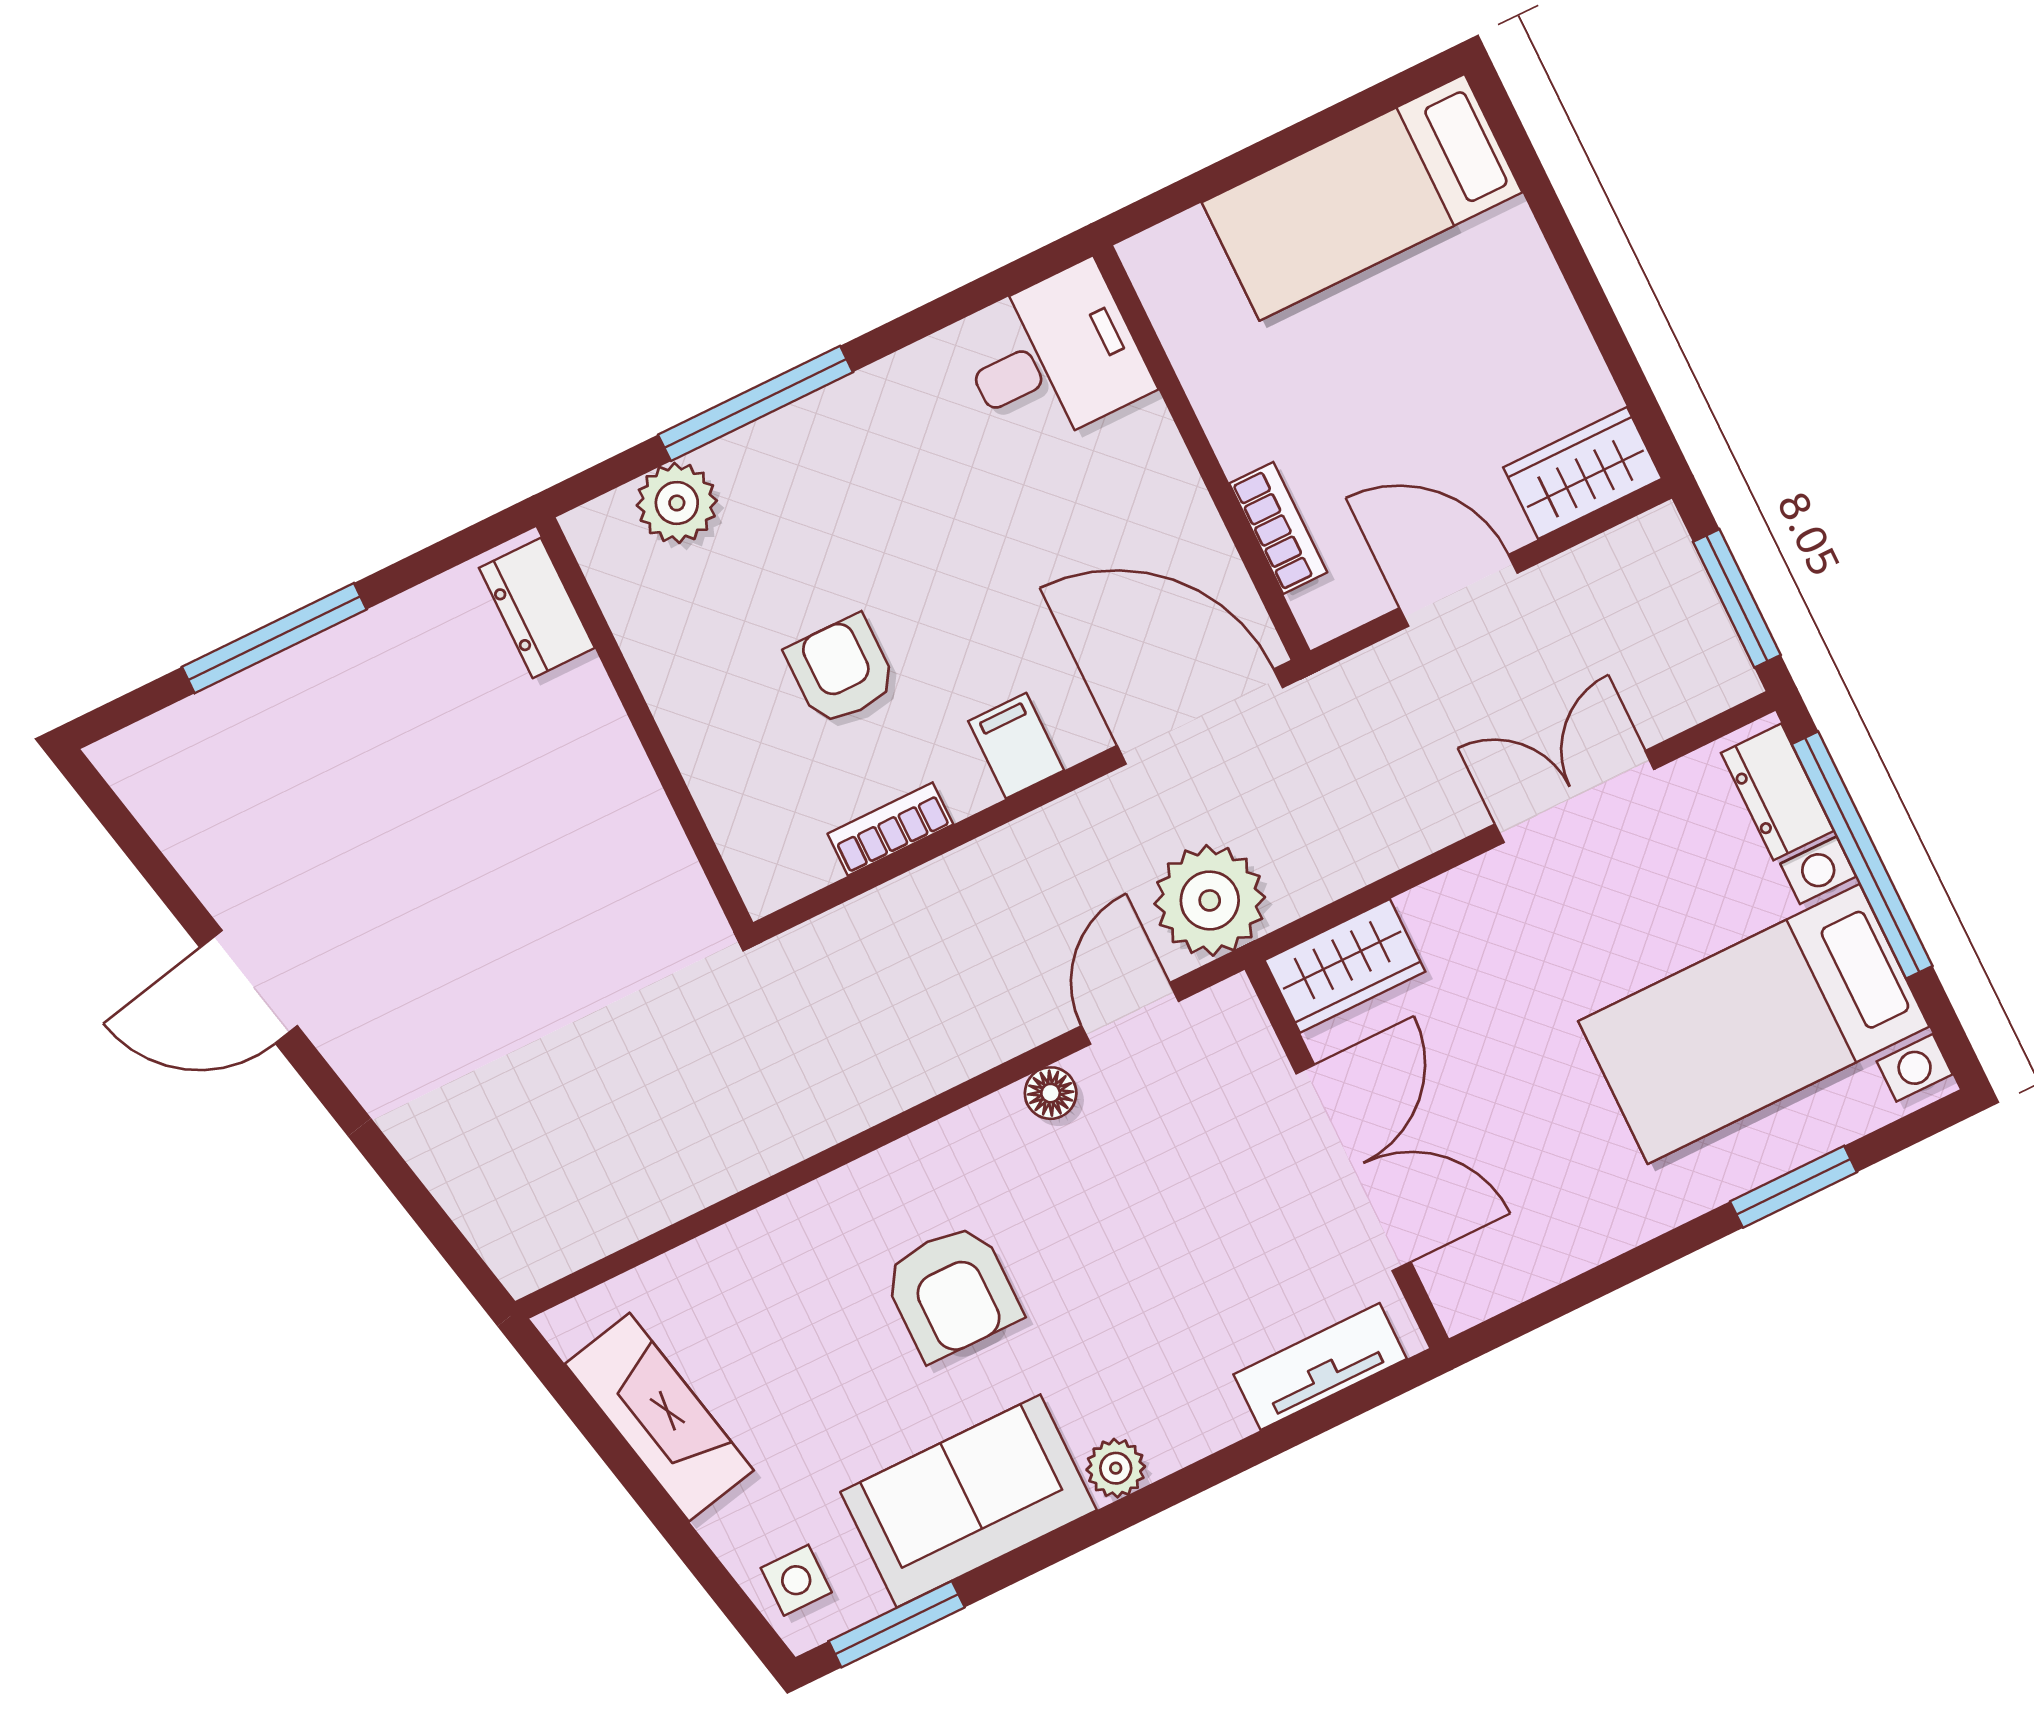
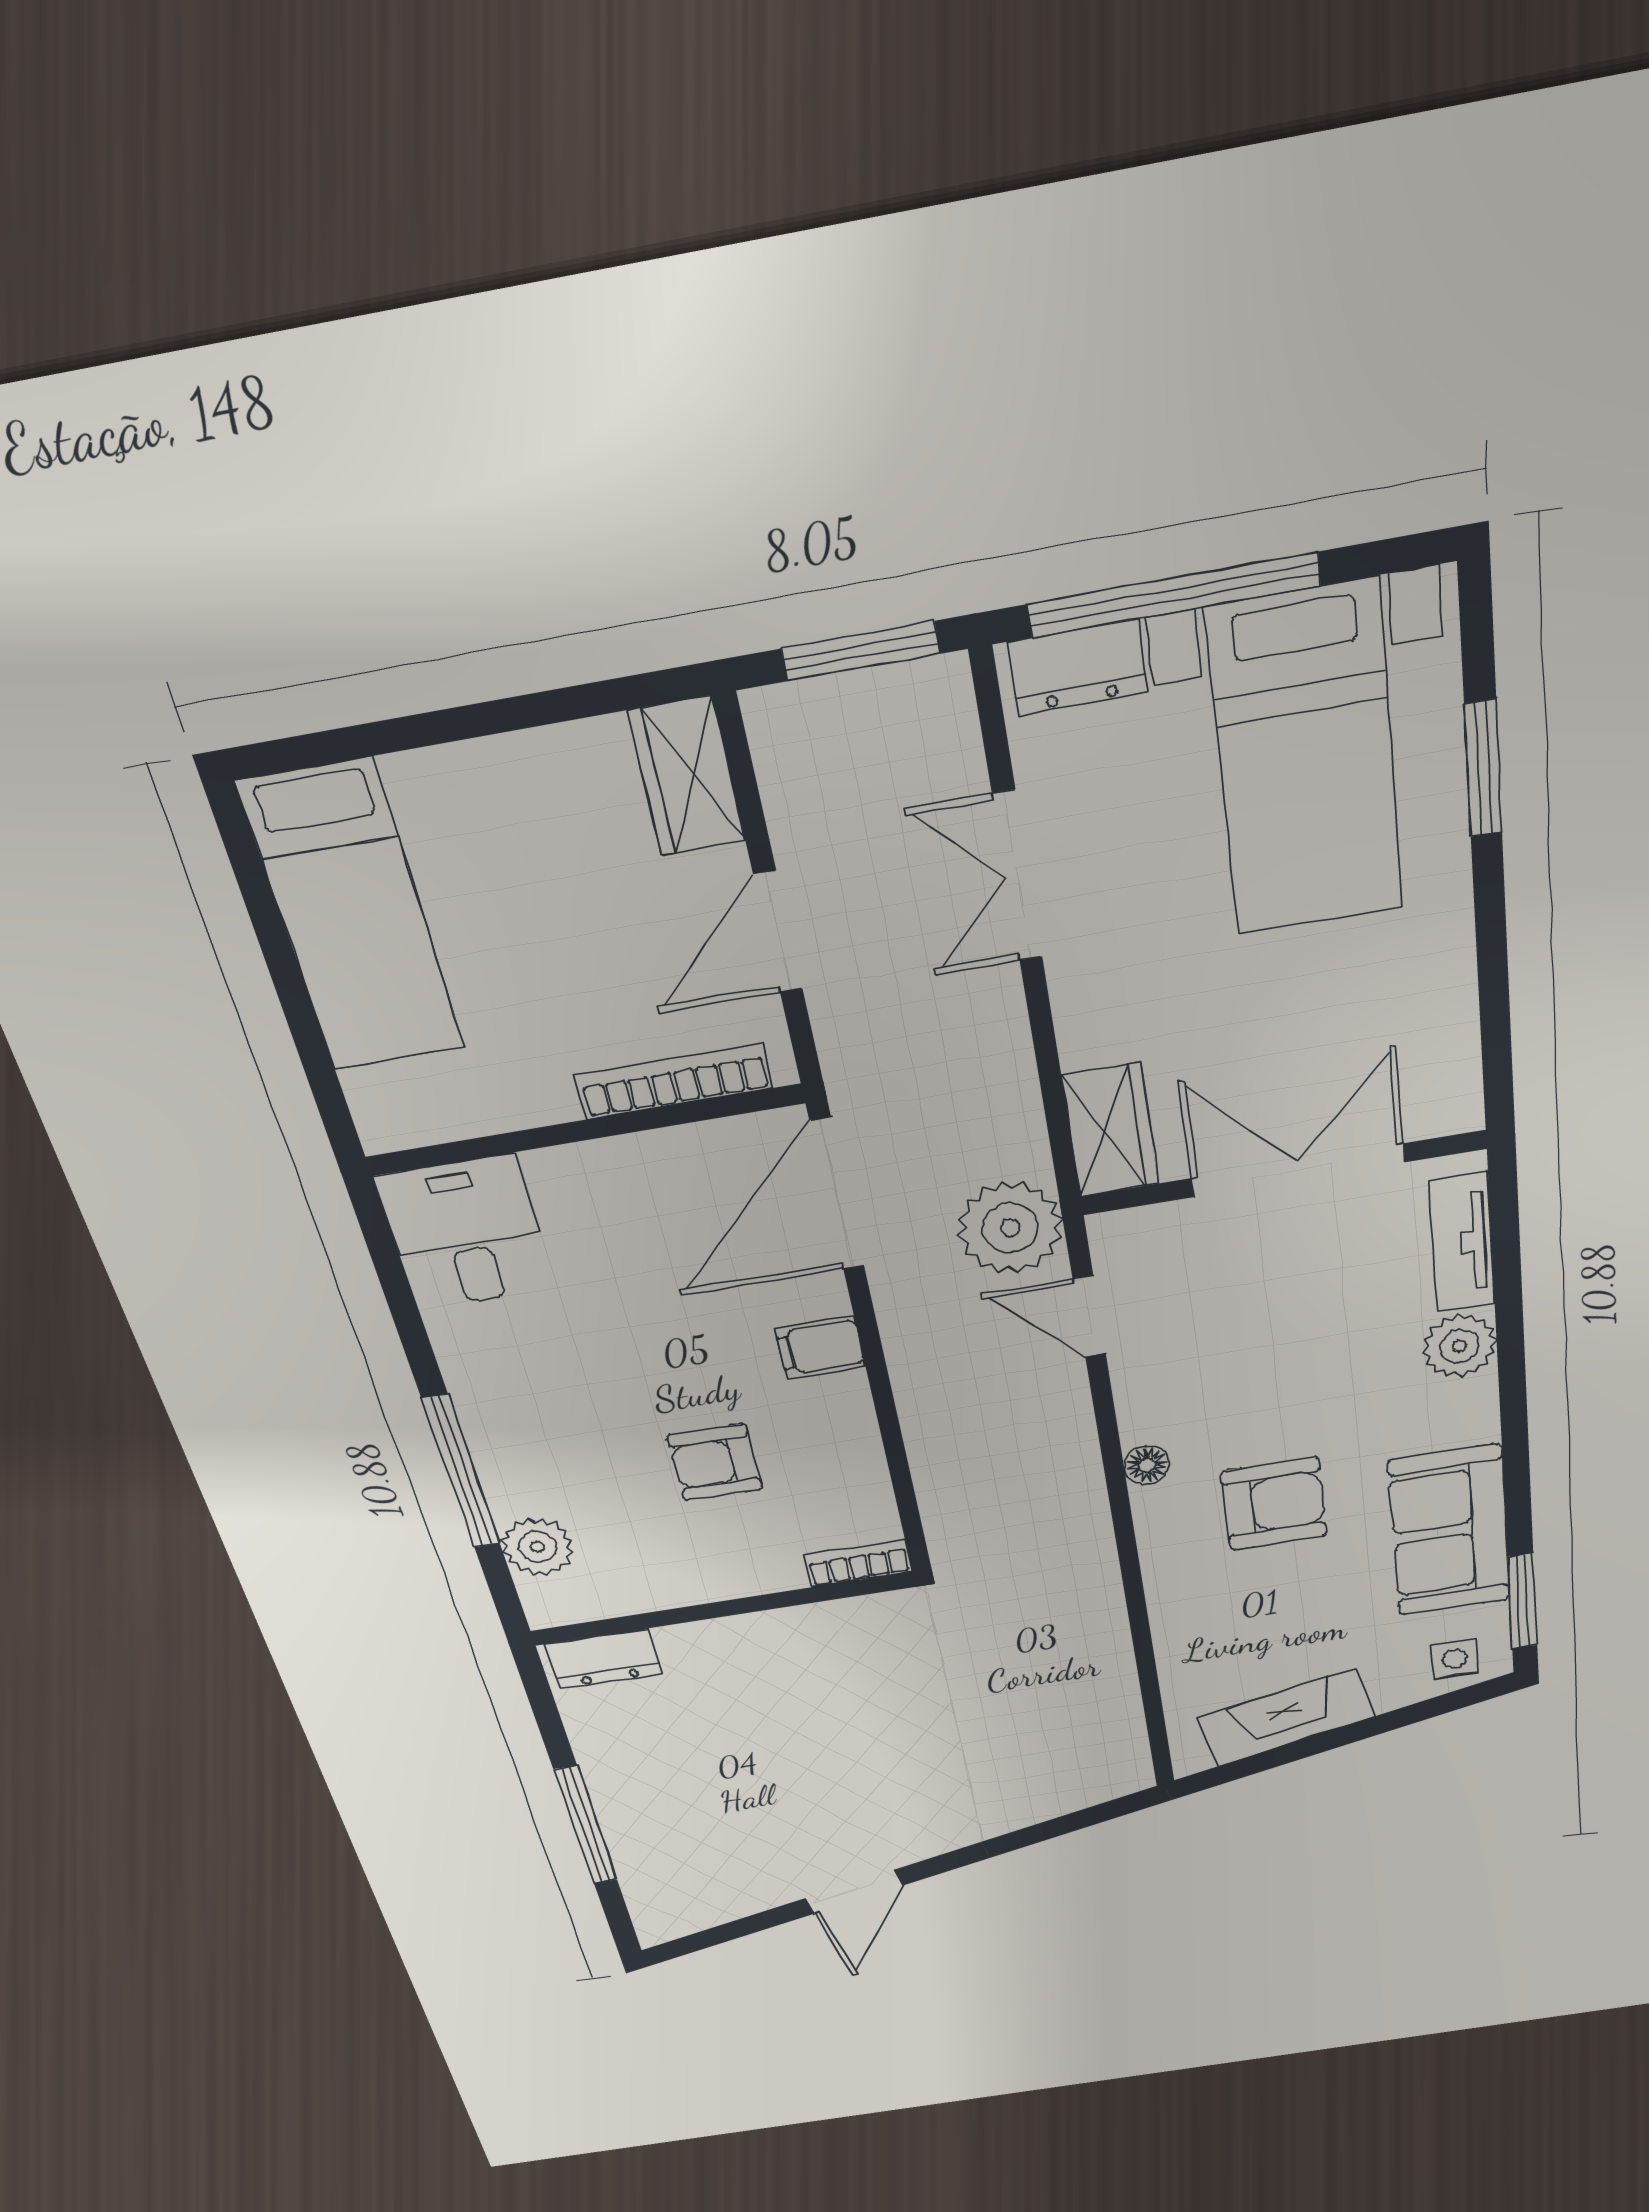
bookcase: (1278, 528) -> (674, 1082), width x1.56
bookcase: (890, 829) -> (858, 1563), moved, turned 90
floor lamp: (1051, 1093) -> (1147, 1465), moved
plant: (1116, 1468) -> (1459, 1346), moved, width x1.38, depth x1.38

